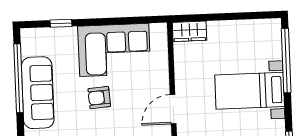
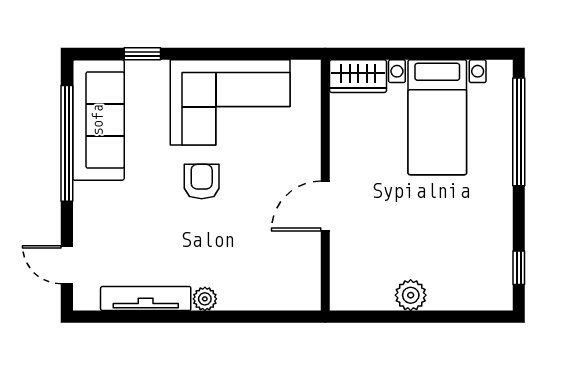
bed with nightstands: (250, 91) -> (437, 117), moved, turned -90
sofa: (38, 93) -> (98, 120), moved
armchair: (99, 98) -> (202, 181), turned 94

